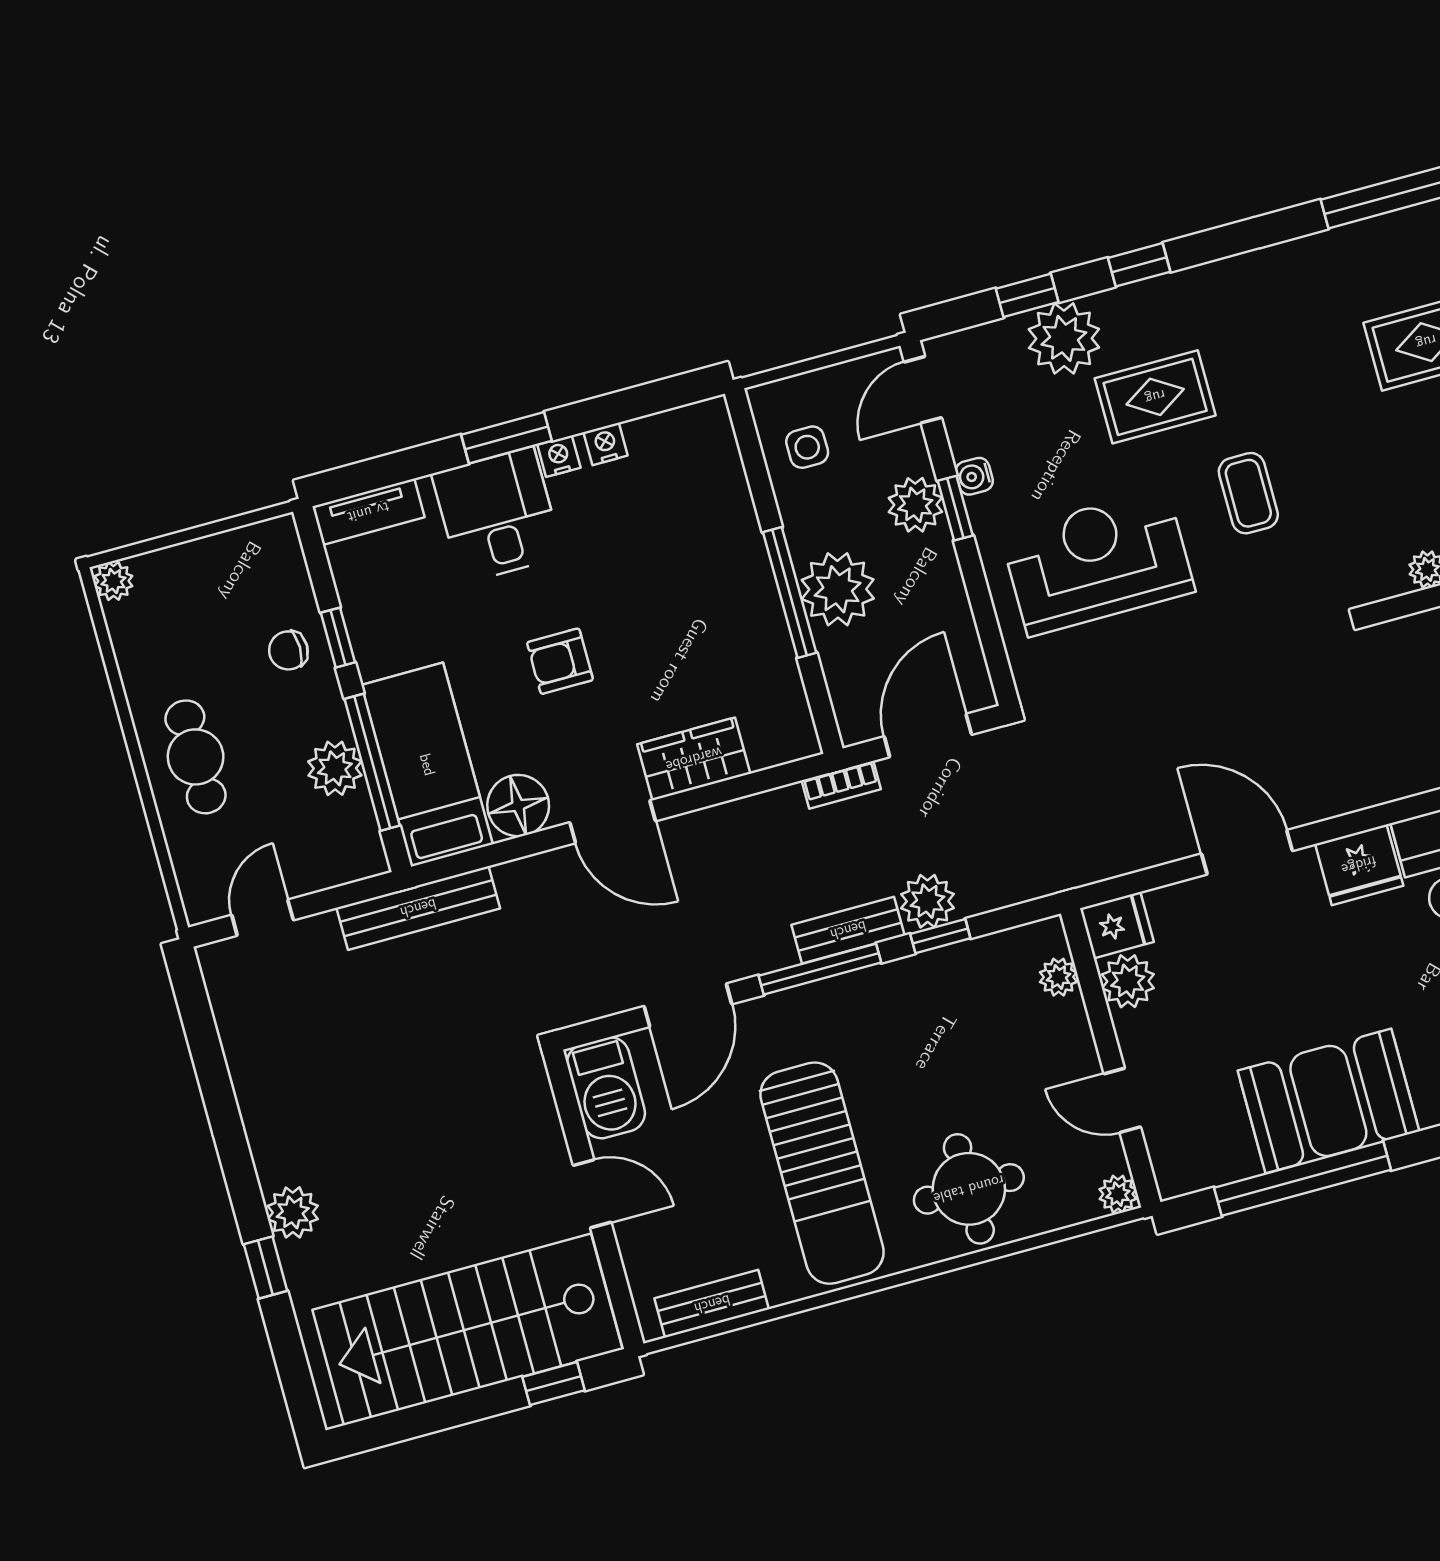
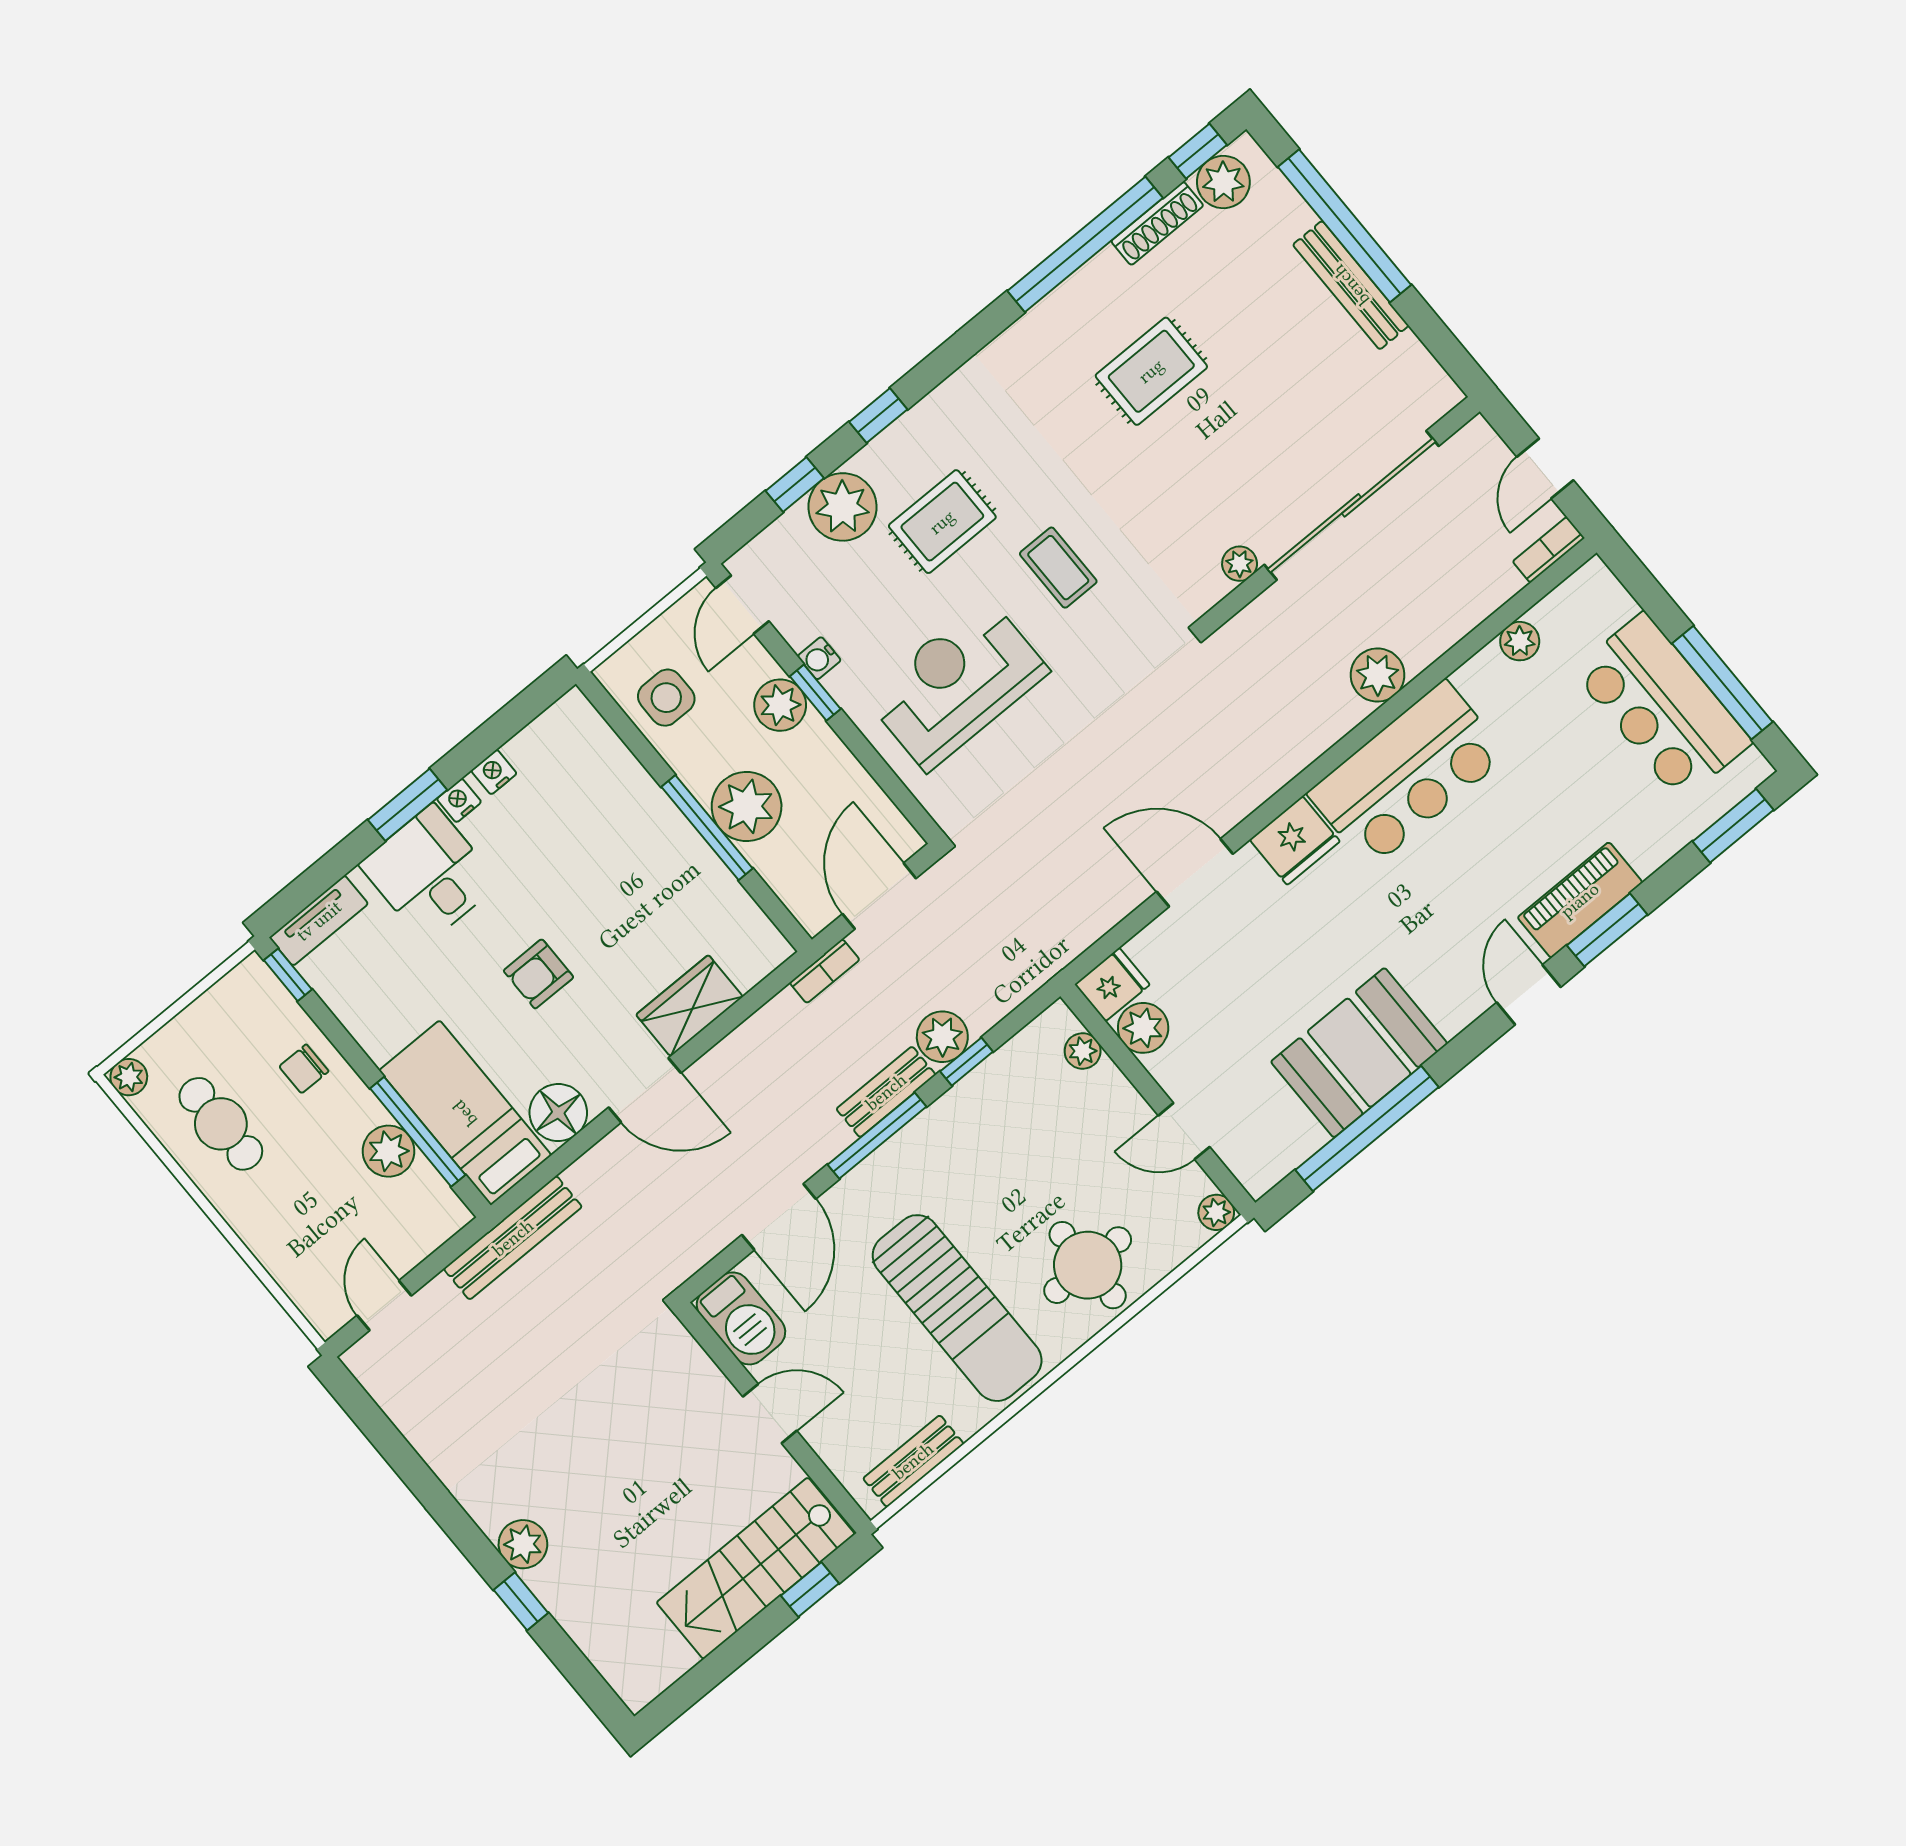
side table: (807, 447) -> (666, 698), width x1.37, depth x1.37
window: (338, 638) -> (288, 975), moved
cafe table: (196, 757) -> (221, 1124), moved
stairs: (467, 1329) -> (756, 1568), width x0.73, depth x0.66

